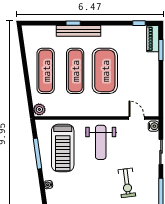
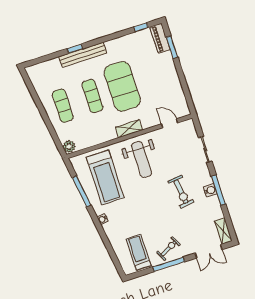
exercise mat: (46, 71) -> (63, 106), width x0.73, depth x0.69
exercise mat: (75, 71) -> (93, 96), width x0.73, depth x0.69
shelving: (98, 111) -> (129, 129), added
water cooler: (154, 126) -> (210, 190), moved

